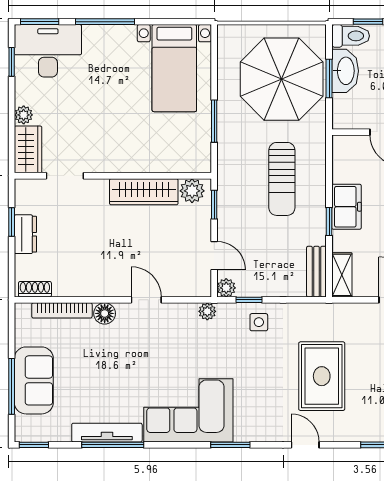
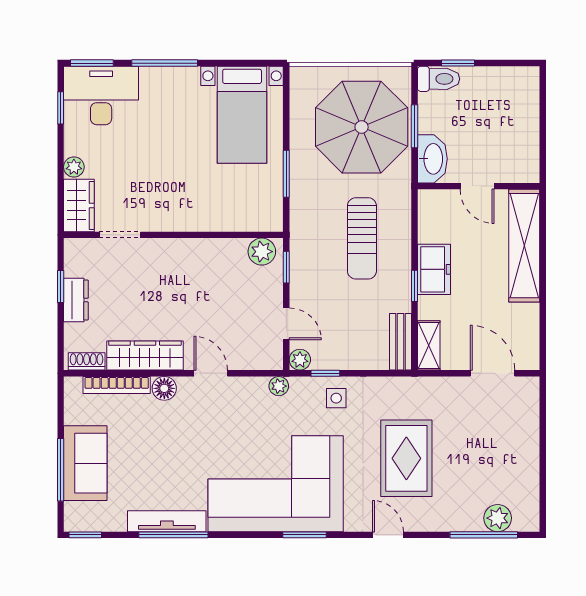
washbasin: (345, 71) -> (432, 159), moved
wardrobe: (144, 192) -> (145, 355), moved, turned 180
corner sofa: (188, 410) -> (276, 484), width x1.36, depth x1.36

